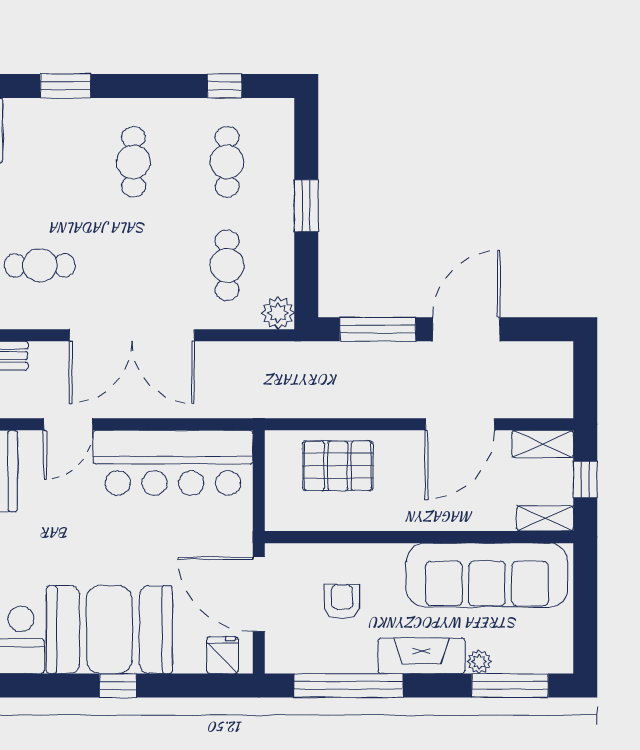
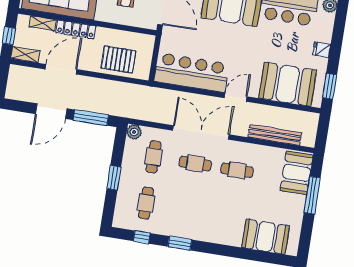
window: (65, 86) -> (180, 243), moved
cafe table: (133, 162) -> (195, 164), moved, turned 90
locker: (441, 517) -> (76, 29), added
shelving: (545, 518) -> (43, 23), moved

